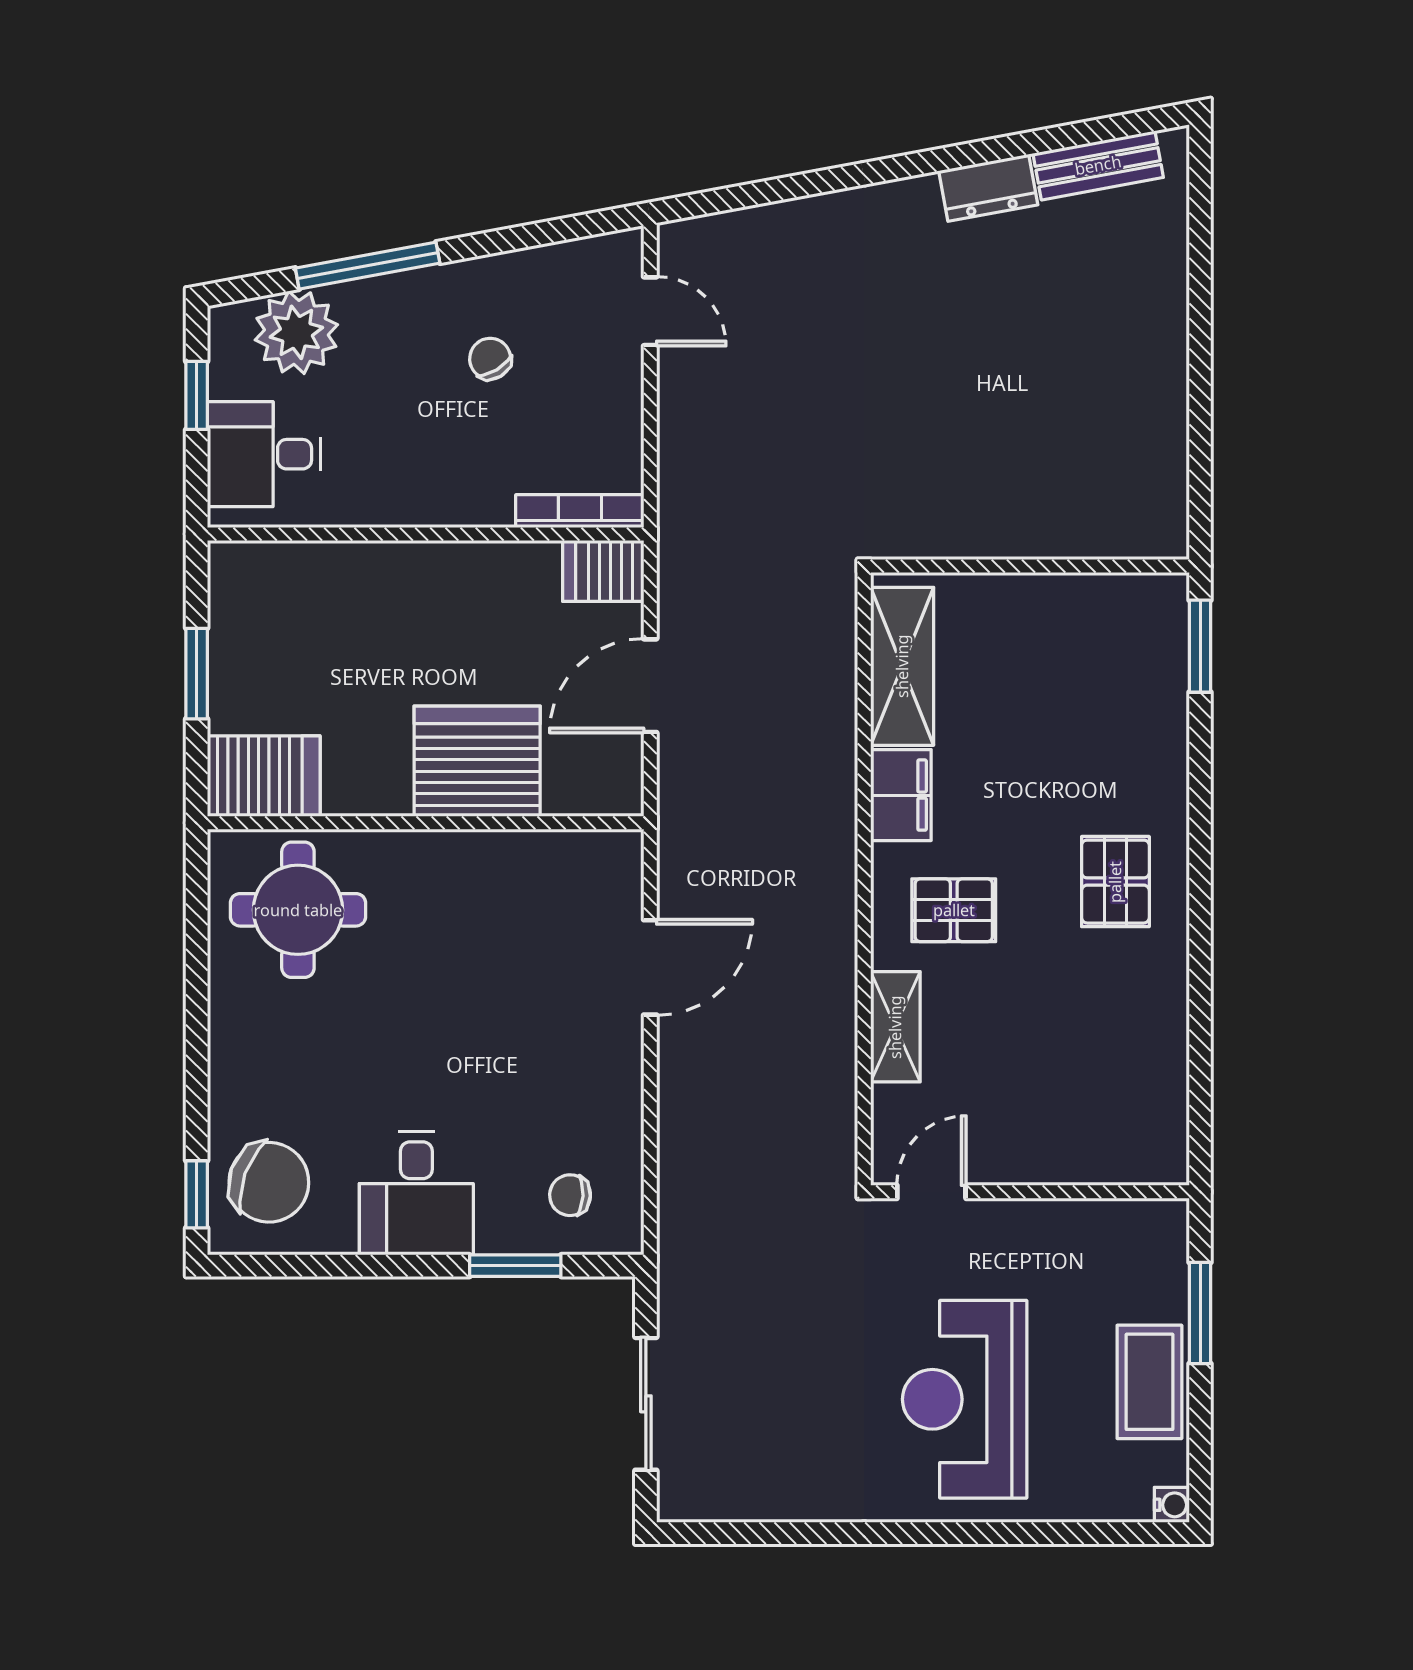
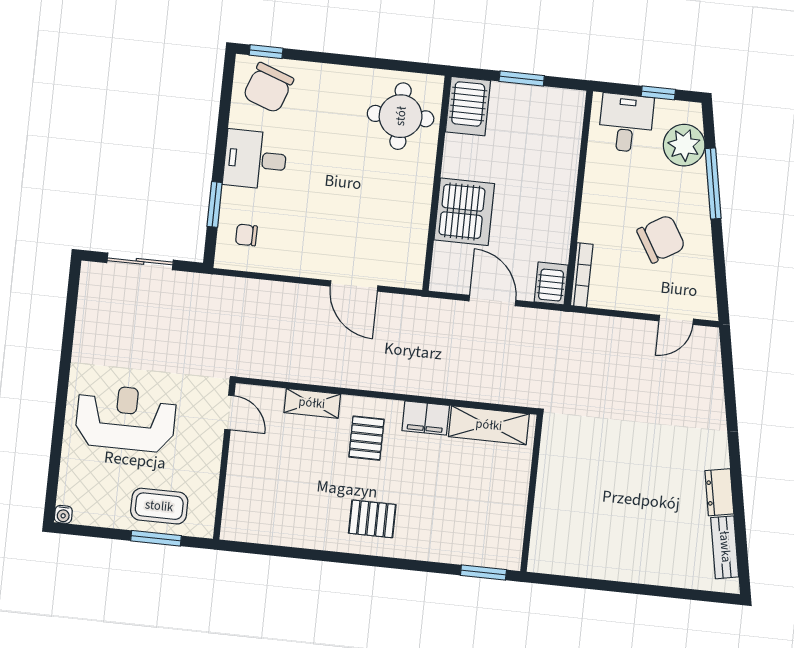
chair: (490, 359) -> (661, 239), width x1.87, depth x1.87
chair: (570, 1195) -> (246, 235), turned -93
coffee table: (1149, 1382) -> (159, 506), moved

